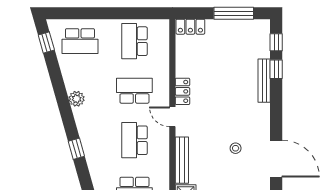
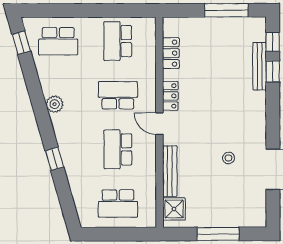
locker: (190, 27) -> (171, 53), moved, turned -90
bench: (264, 81) -> (260, 66), moved

